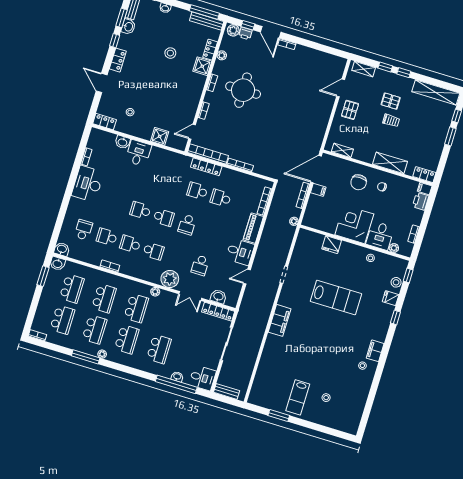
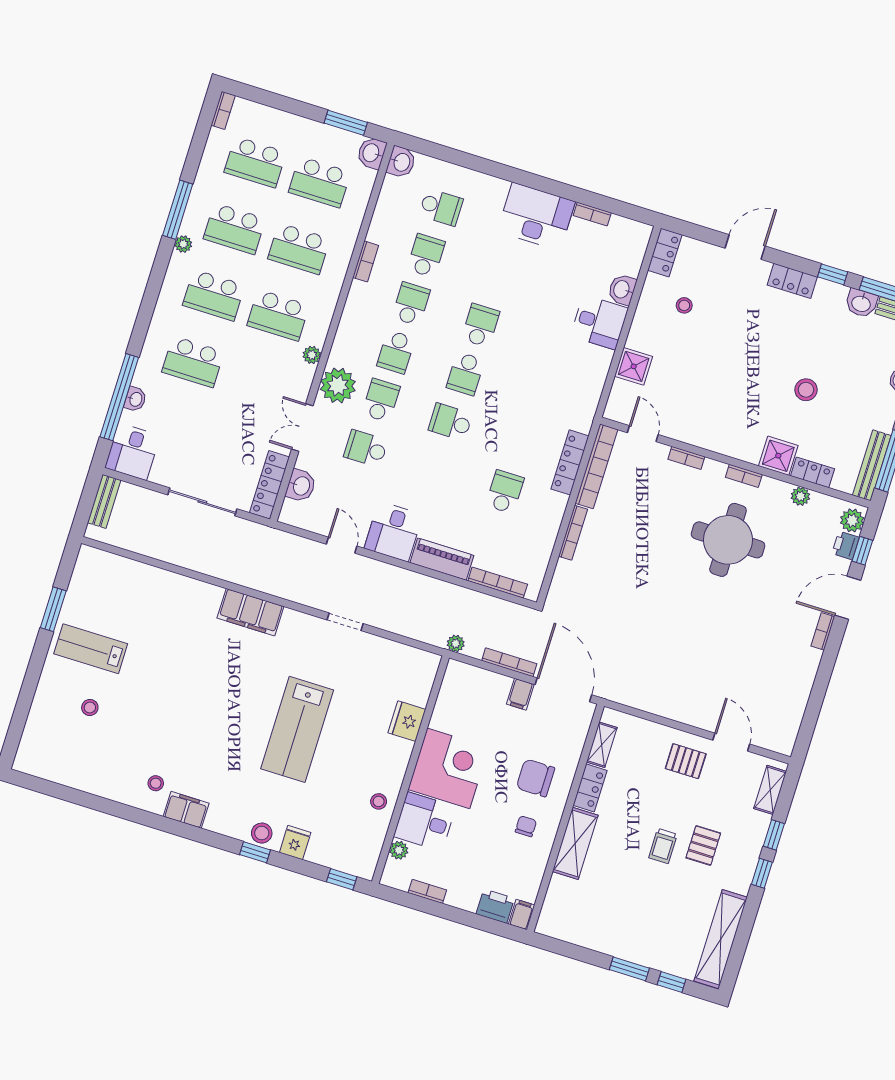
locker: (424, 175) -> (590, 788), moved
school desk: (197, 191) -> (381, 400), moved
stool: (396, 282) -> (262, 833), moved

